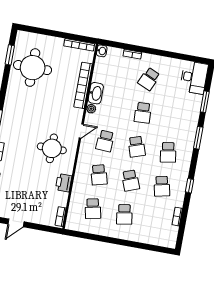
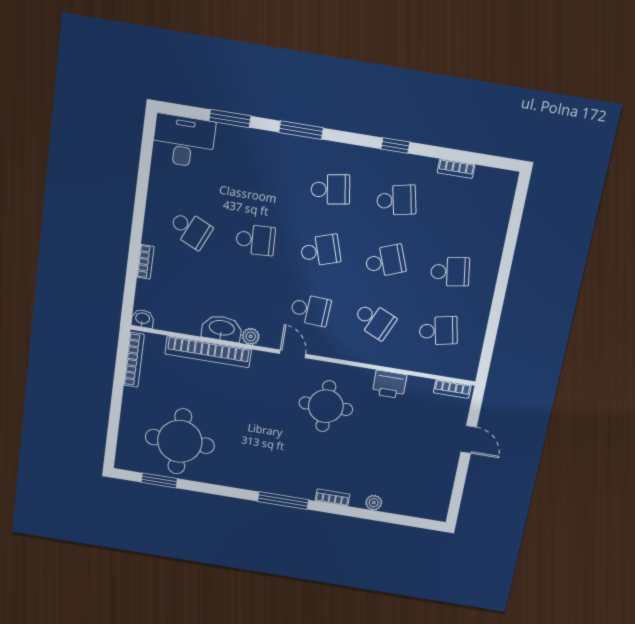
school desk: (99, 175) -> (374, 320), turned 39
door: (16, 223) -> (469, 439), moved

